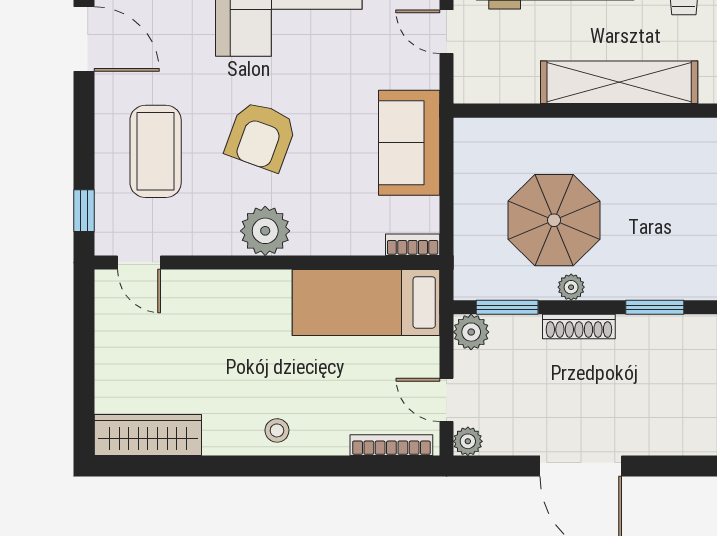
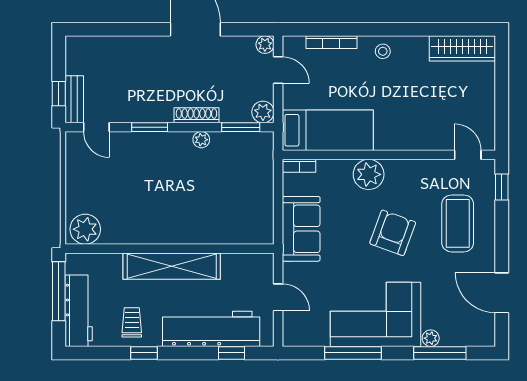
parasol: (554, 220) -> (212, 181), removed
plant: (265, 231) -> (369, 174), moved
bookcase: (391, 445) -> (331, 42), moved

